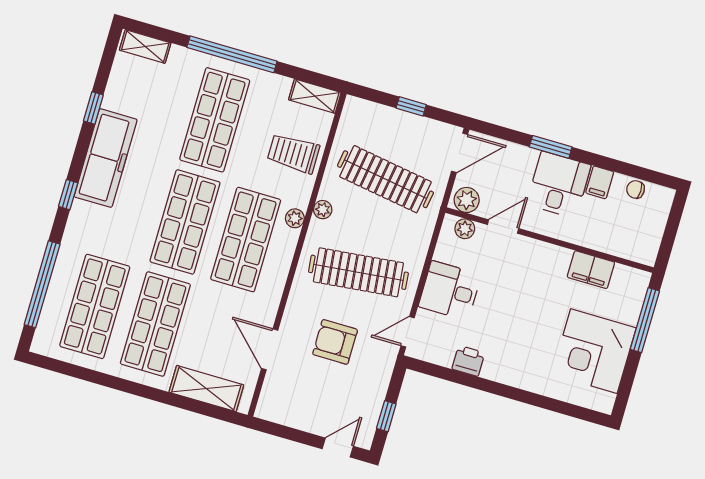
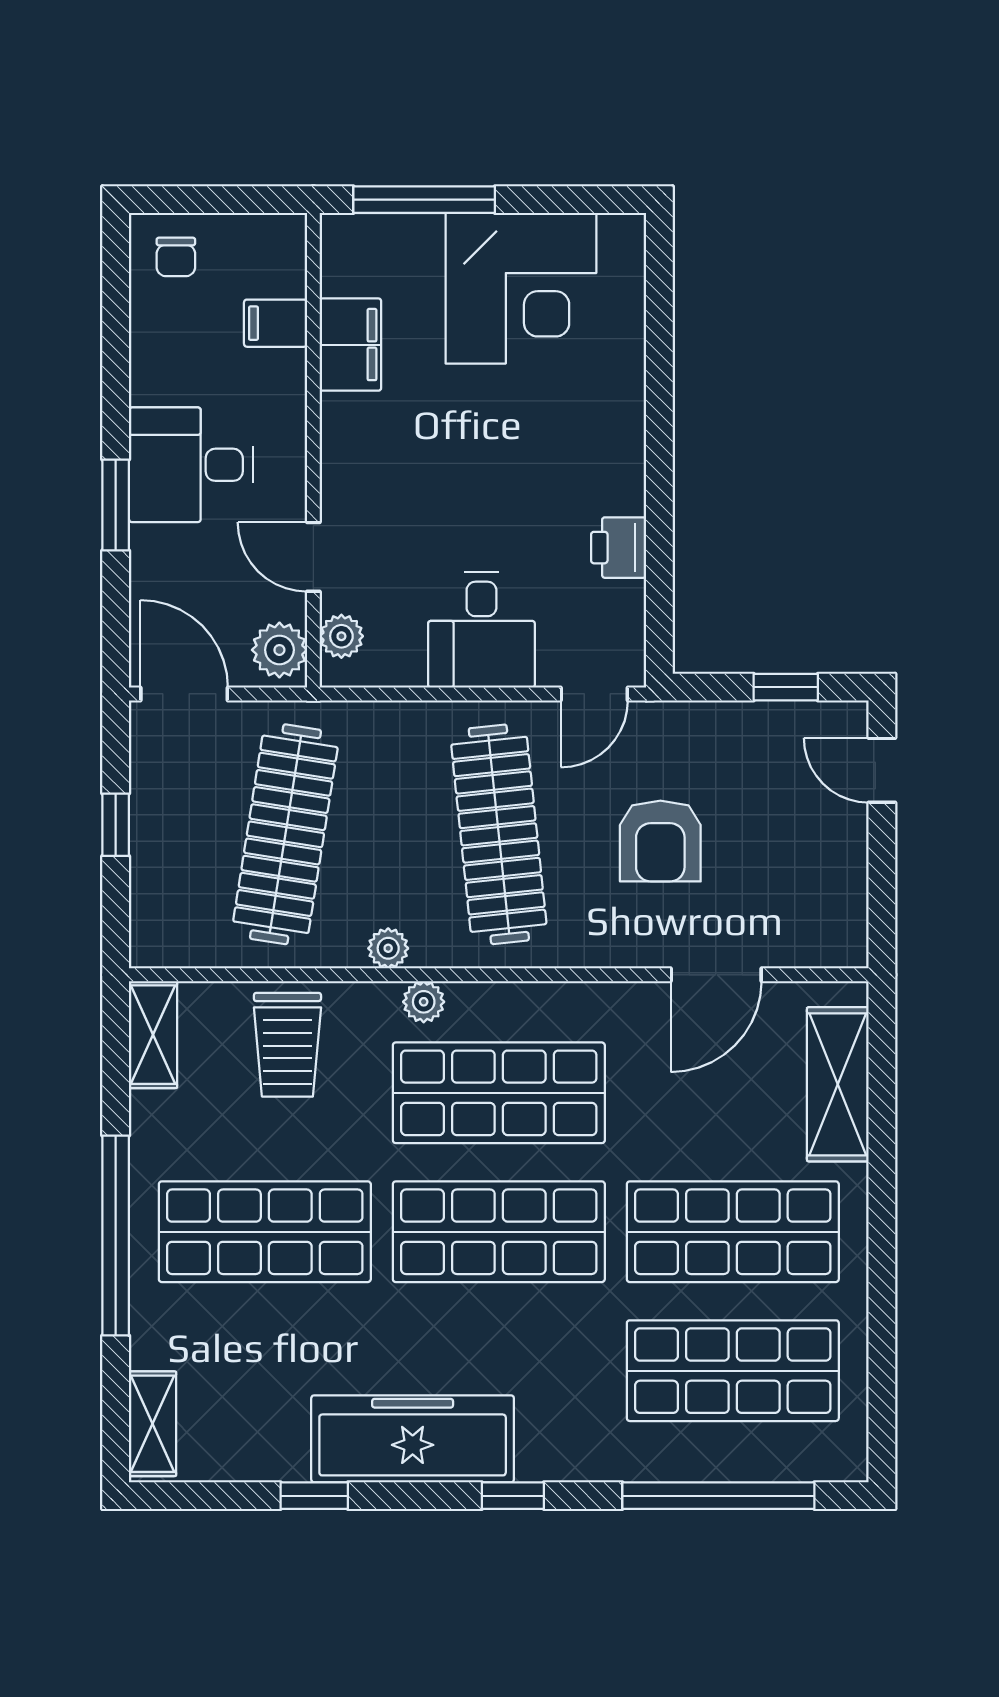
filing cabinet: (600, 182) -> (276, 323), moved, turned 180
chair: (636, 189) -> (176, 257), moved
door: (408, 332) -> (594, 694), hinge flipped

